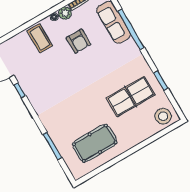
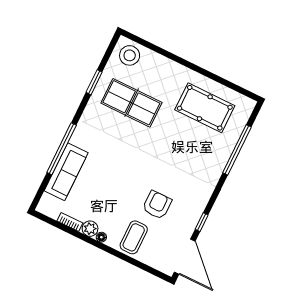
armchair: (79, 41) -> (157, 205), moved
window: (52, 146) -> (237, 150), width x1.46

